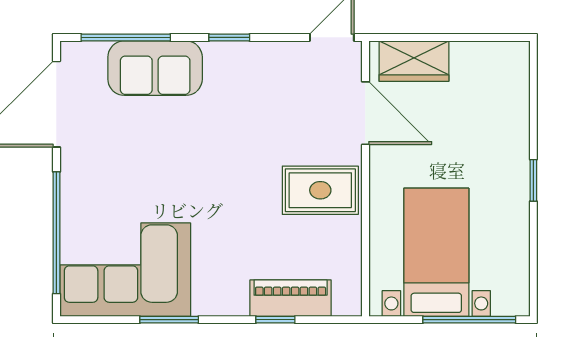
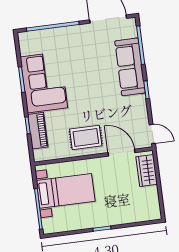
sofa: (155, 68) -> (130, 67), width x1.36
door: (365, 113) -> (122, 153), swing flipped
rug: (320, 190) -> (86, 137), turned 90
corner sofa: (125, 270) -> (44, 82), moved

